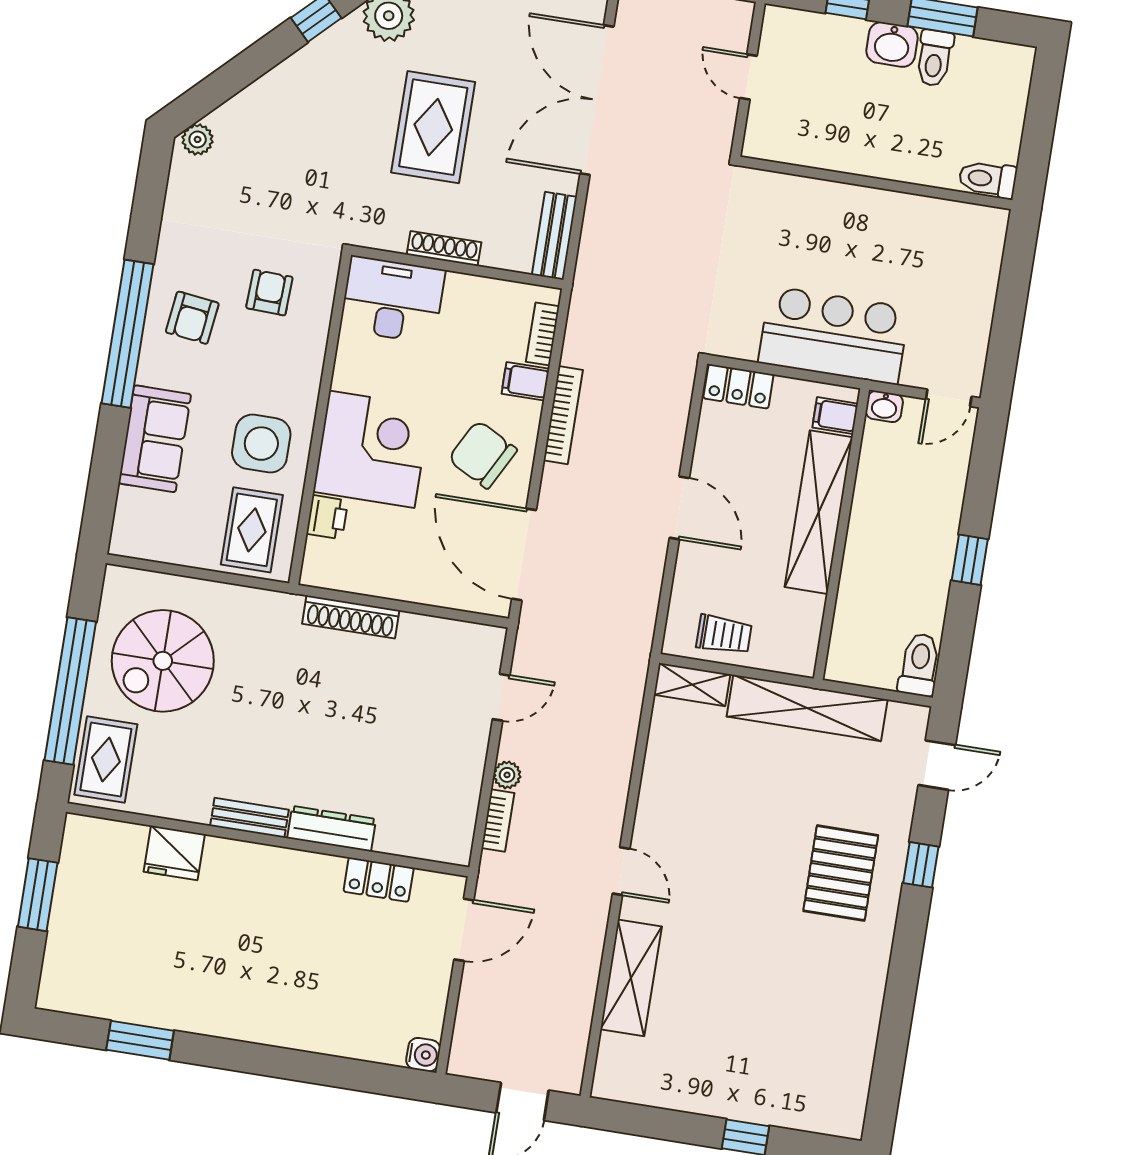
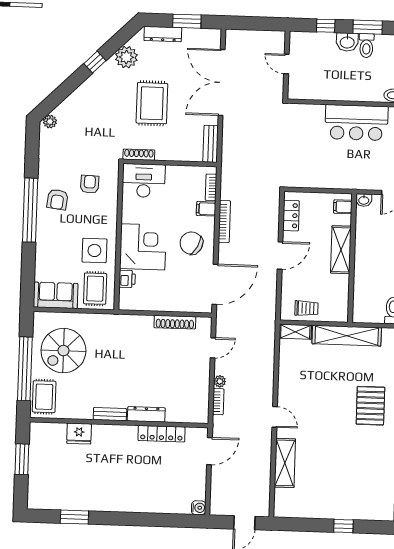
shoe rack: (444, 248) -> (139, 155), moved
bar counter: (834, 335) -> (356, 123), moved, turned 180
locker: (738, 386) -> (291, 216), moved, turned -90
sofa: (155, 439) -> (56, 295), moved, turned -90
door: (679, 508) -> (280, 256), hinge flipped
shelving: (819, 512) -> (341, 250), width x0.68
door: (524, 554) -> (215, 284), swing flipped
shoe rack: (351, 617) -> (175, 322), moved
locker: (379, 880) -> (161, 434), width x1.53

